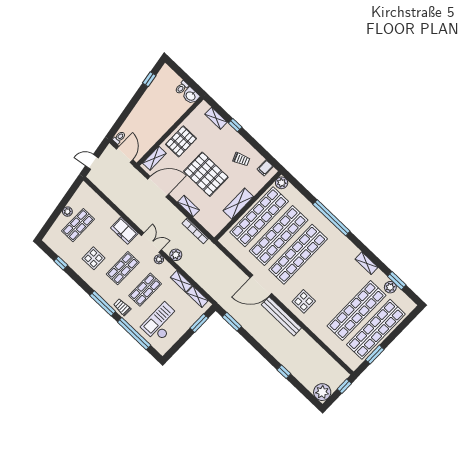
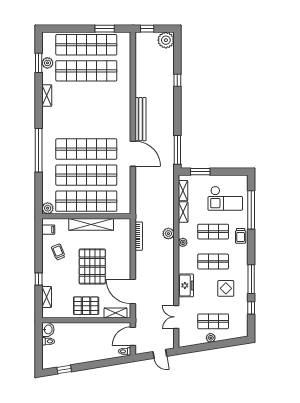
shelving: (238, 204) -> (91, 224), width x1.47
shelving: (188, 206) -> (126, 257), removed
double door: (151, 243) -> (176, 317), moved
display table: (304, 301) -> (115, 114), removed
window: (103, 303) -> (251, 279), moved
window: (232, 322) -> (177, 150), width x1.44

